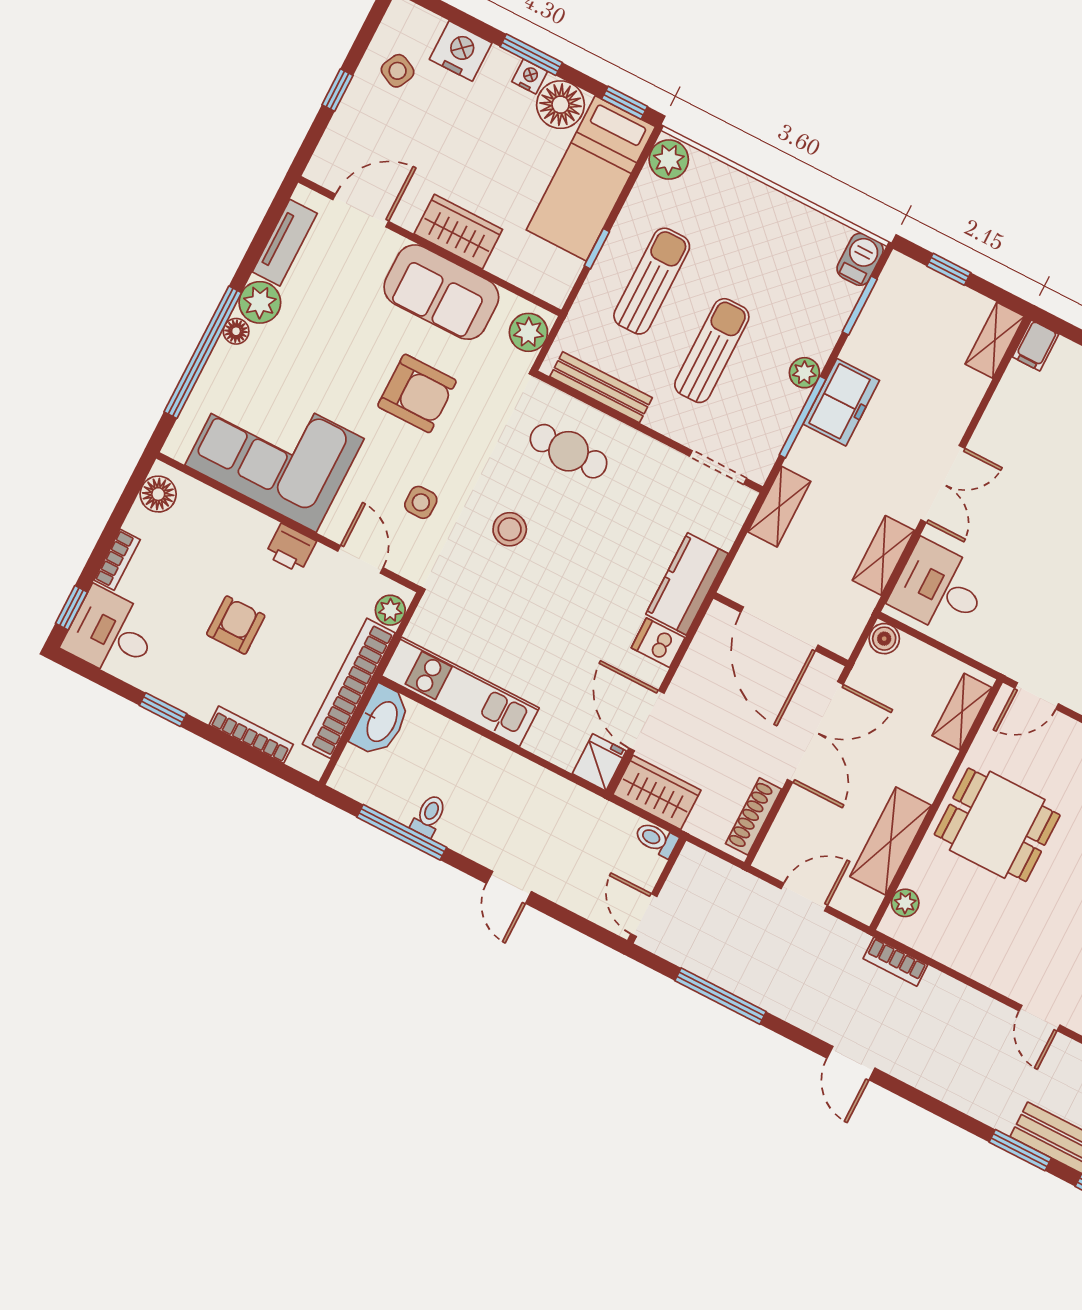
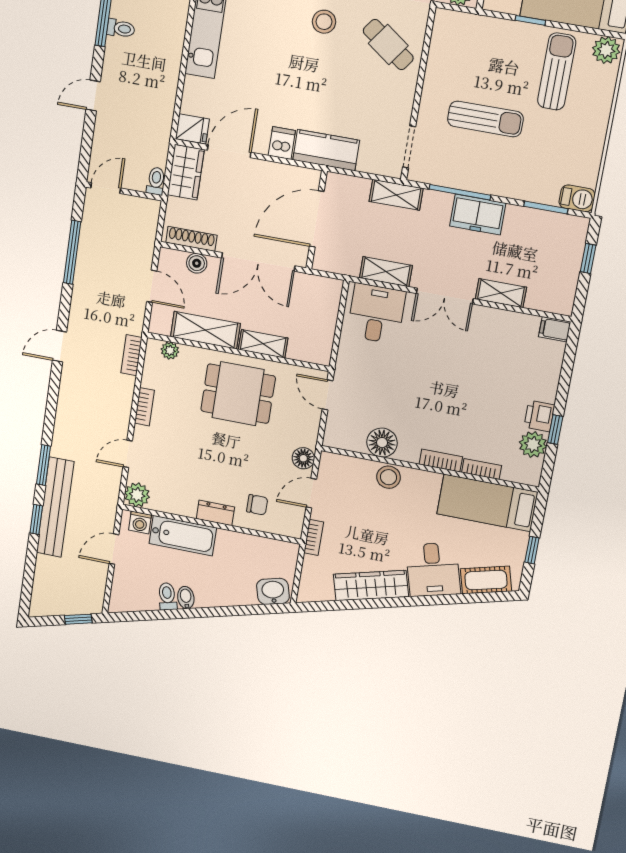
sun lounger: (652, 281) -> (557, 71), moved, turned -90
shelving: (995, 340) -> (501, 293), moved
plant: (804, 373) -> (490, 185), removed
bench: (601, 387) -> (438, 53), removed
cafe table: (569, 451) -> (388, 45), turned -54
boiler: (884, 639) -> (197, 263), moved
shelving: (962, 712) -> (263, 344), moved
dining table: (997, 825) -> (238, 394), turned 90
bookcase: (977, 969) -> (144, 407), added

